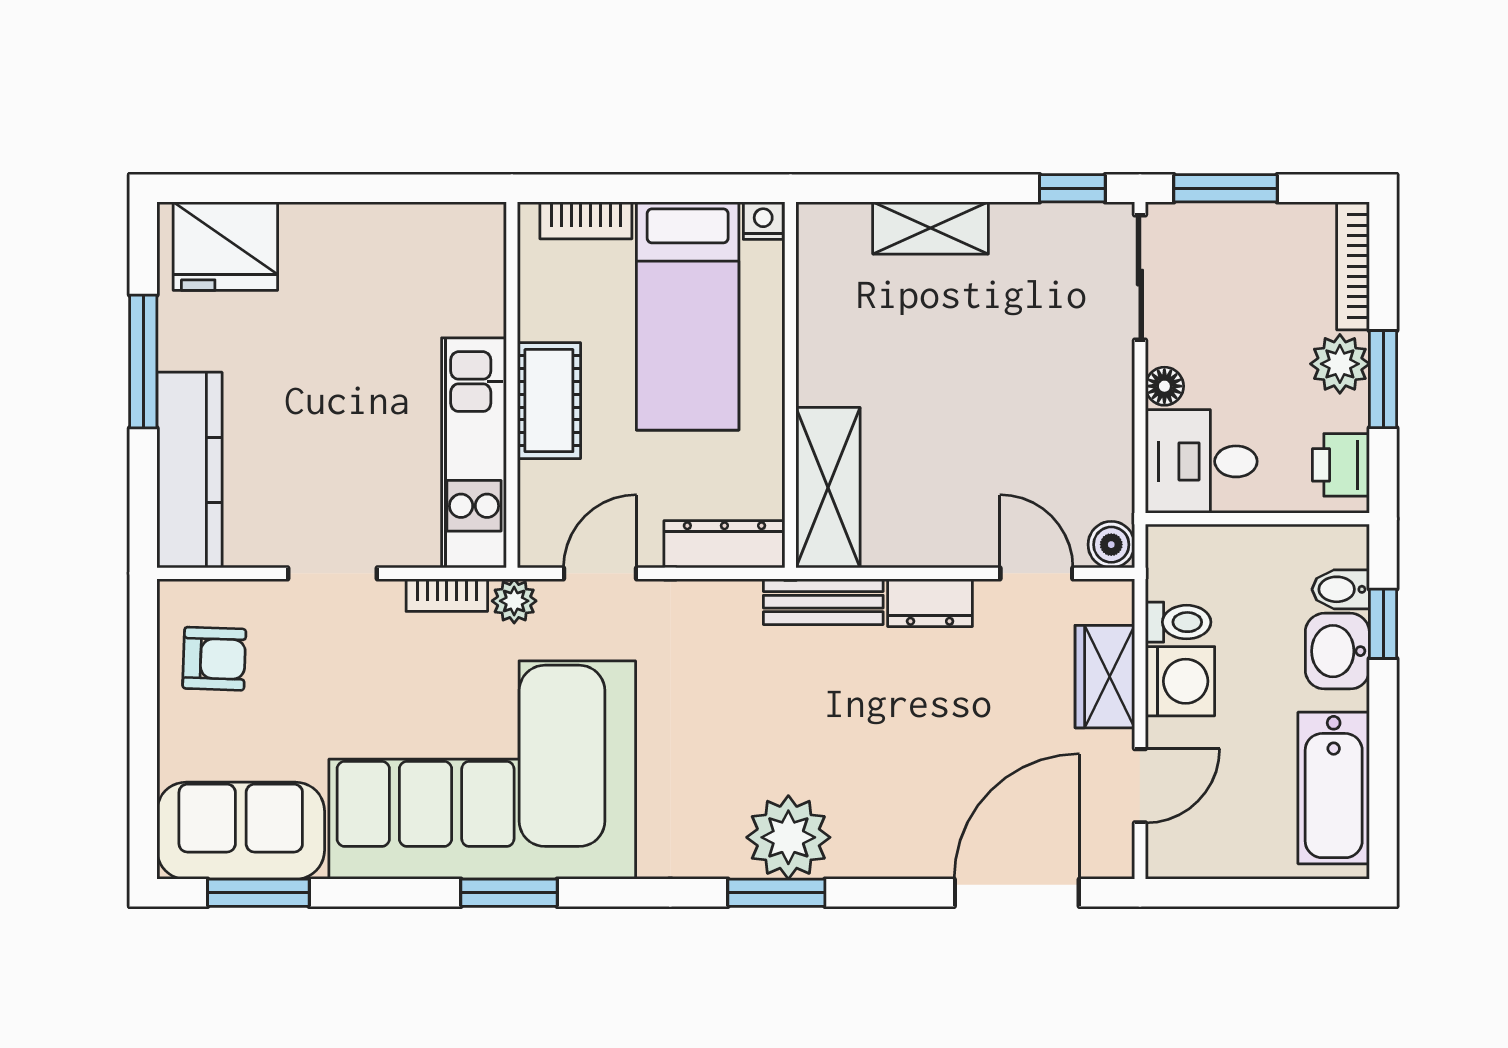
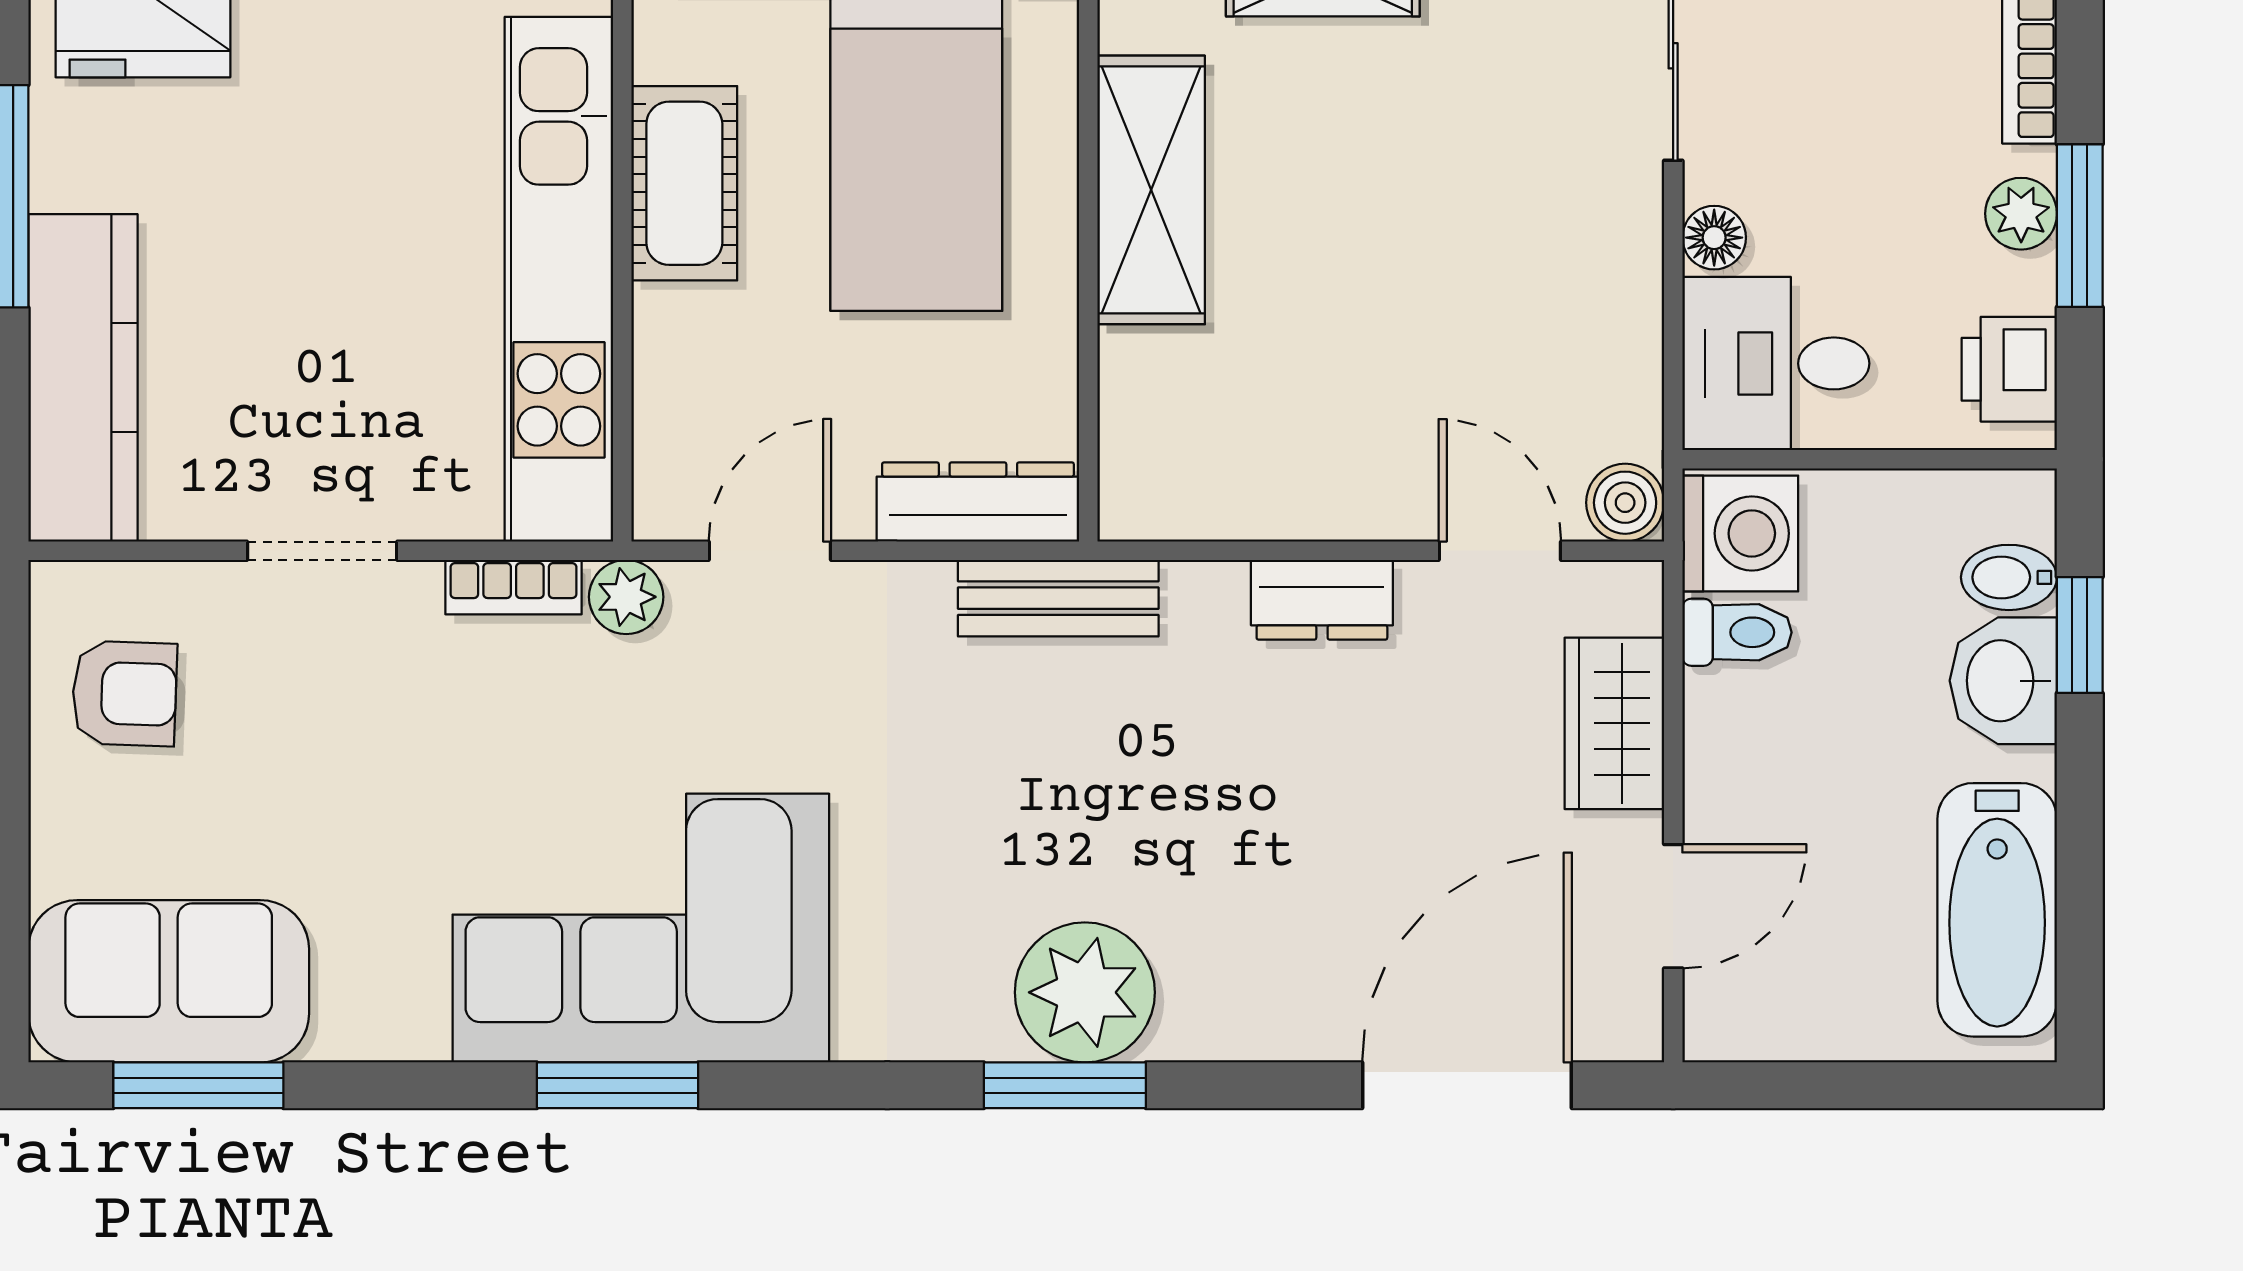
plant: (1340, 364) -> (2021, 214), width x0.73, depth x0.73
cot: (549, 401) -> (684, 183), moved
kitchen unit: (474, 453) -> (559, 279), width x1.36
shelving: (828, 488) -> (1151, 190), moved
bench: (823, 602) -> (1058, 598), moved
washing machine: (1180, 681) -> (1740, 533), moved
corner sofa: (482, 770) -> (641, 928), width x0.73, depth x0.74

